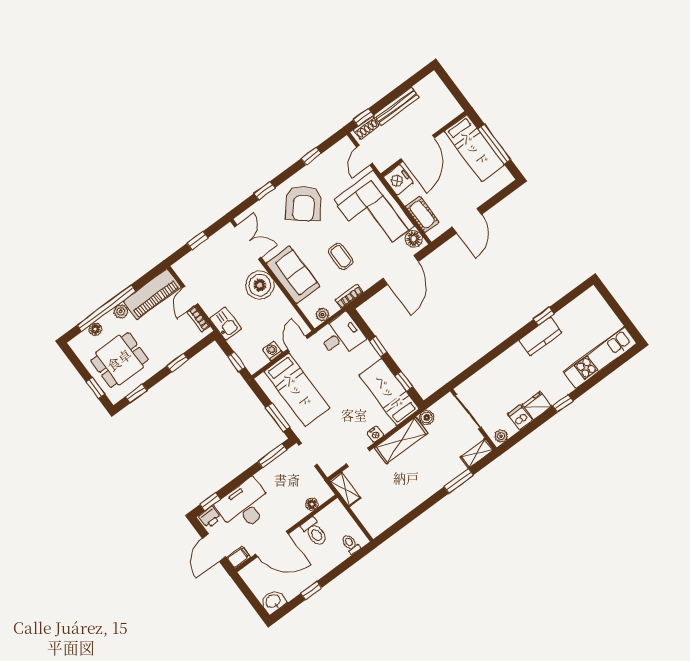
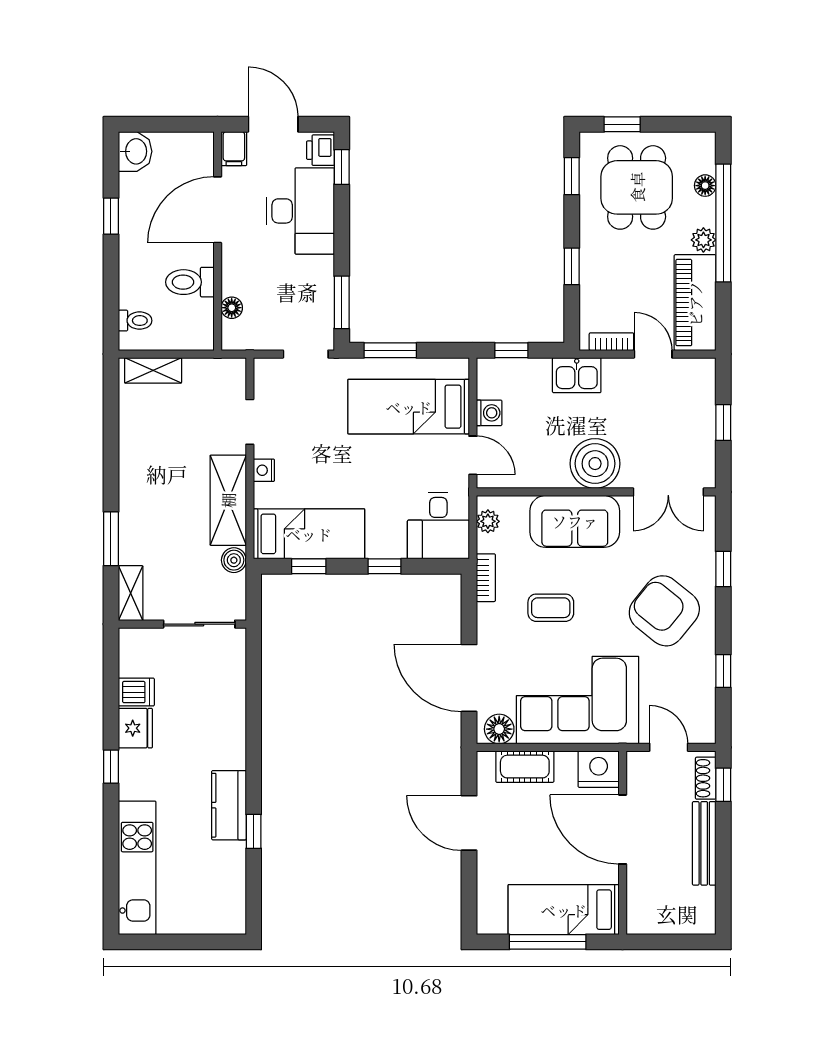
plant: (501, 436) -> (130, 646), removed
shelving: (345, 489) -> (153, 370), moved

